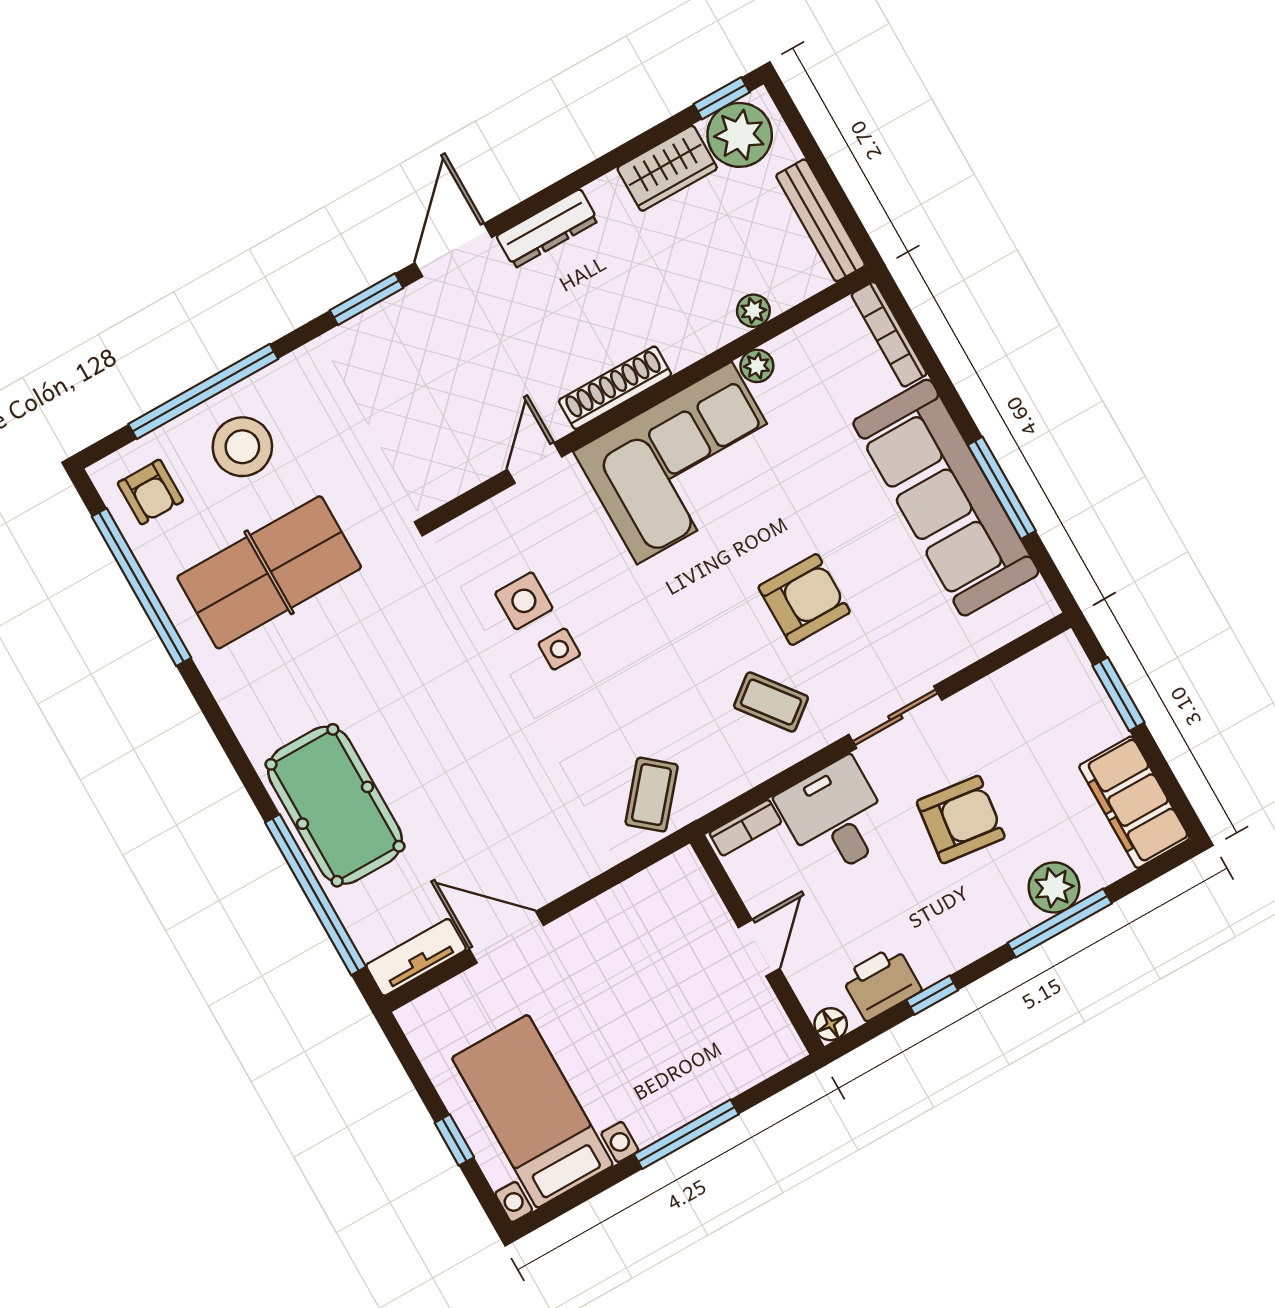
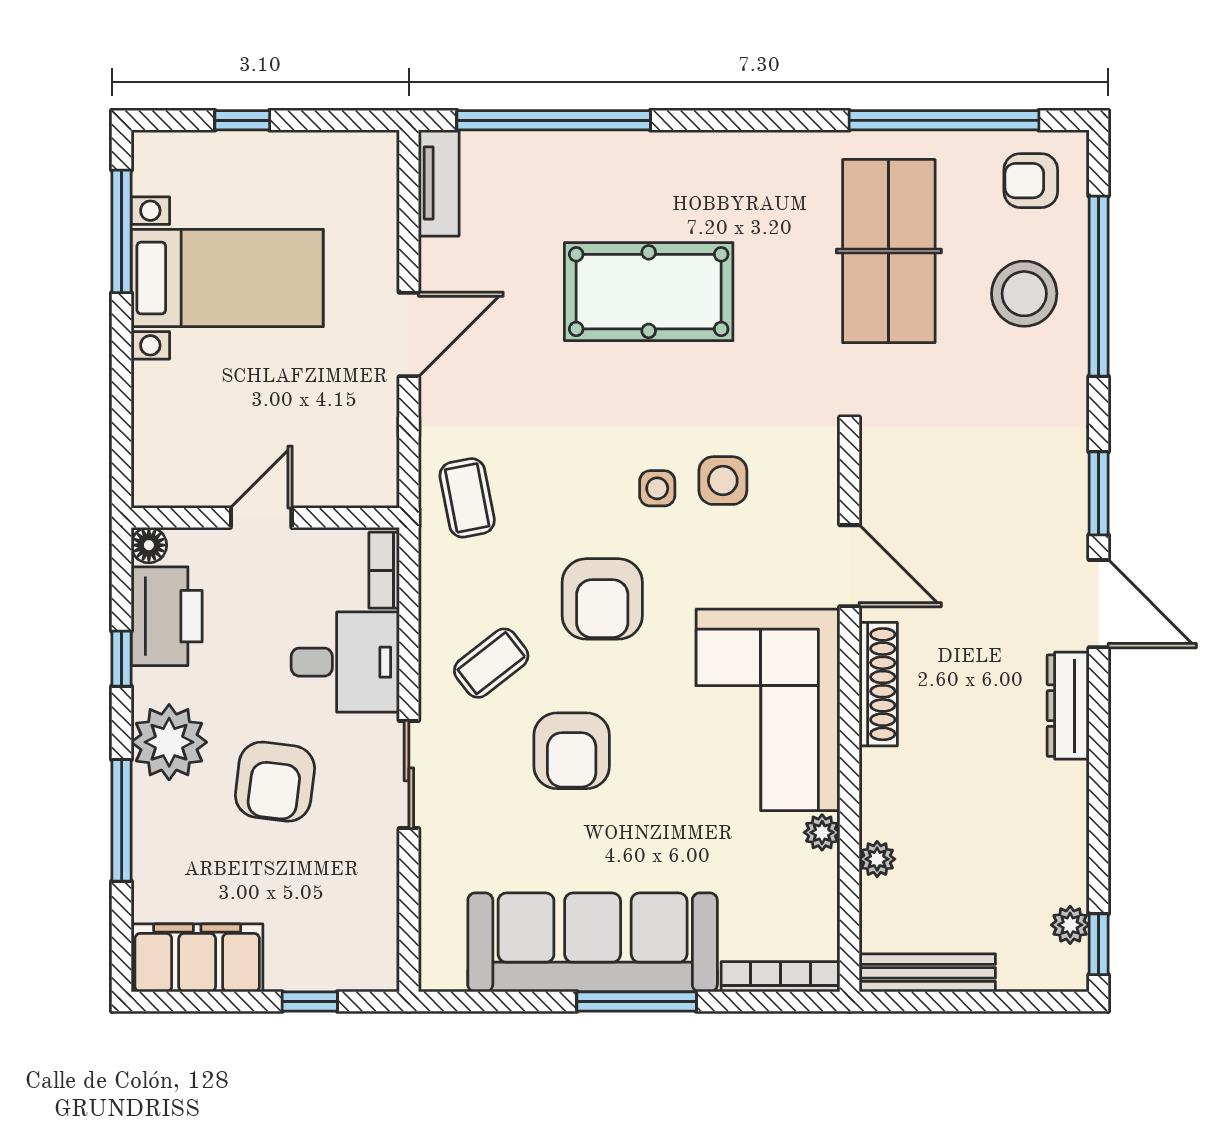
plant: (740, 135) -> (1070, 925), width x0.53, depth x0.53
wardrobe: (667, 168) -> (1061, 854), removed
door: (535, 463) -> (850, 566), width x1.38
window: (1002, 488) -> (637, 1002), moved
armchair: (671, 643) -> (602, 599), added
window: (1118, 694) -> (310, 1002), width x0.67
coffee table: (652, 795) -> (467, 498), turned 39
pool table: (335, 805) -> (649, 292), moved
plant: (1054, 887) -> (169, 742), moved, width x1.36, depth x1.36
door: (507, 937) -> (409, 334), moved
door: (759, 948) -> (261, 518), swing flipped
printer: (881, 983) -> (167, 616), width x1.37, depth x1.19
bed with nightstands: (532, 1111) -> (227, 278), moved
window: (686, 1134) -> (122, 231), moved

